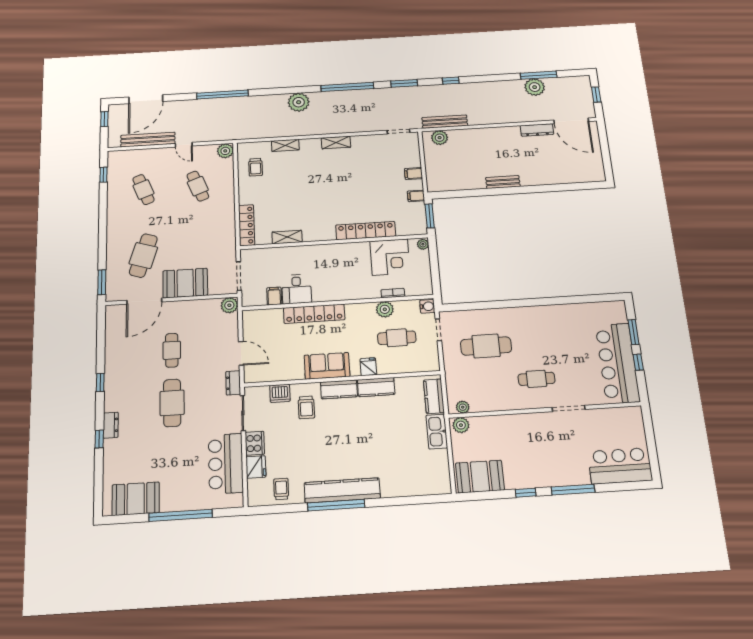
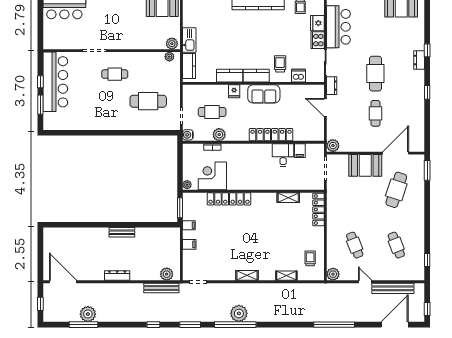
plant: (299, 102) -> (239, 313), moved
dresser: (537, 130) -> (117, 276), moved

